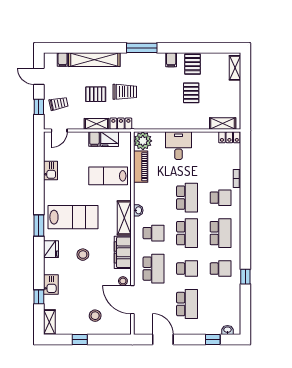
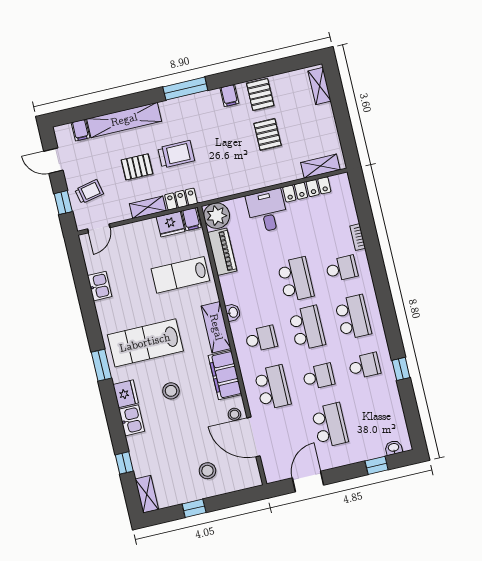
locker: (229, 137) -> (307, 189), moved, width x1.53
filing cabinet: (94, 139) -> (191, 219), moved
lab bench: (73, 217) -> (145, 343), turned 180
kitchen sink: (51, 284) -> (132, 420), moved
door: (163, 339) -> (308, 482), hinge flipped

